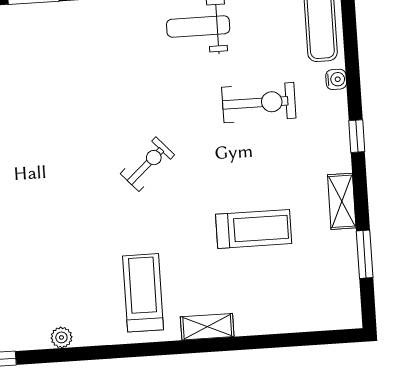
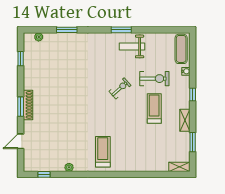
exercise bike: (147, 164) -> (120, 88), moved
treadmill: (254, 229) -> (154, 108), moved, turned -90
shelving: (207, 327) -> (179, 167), moved

